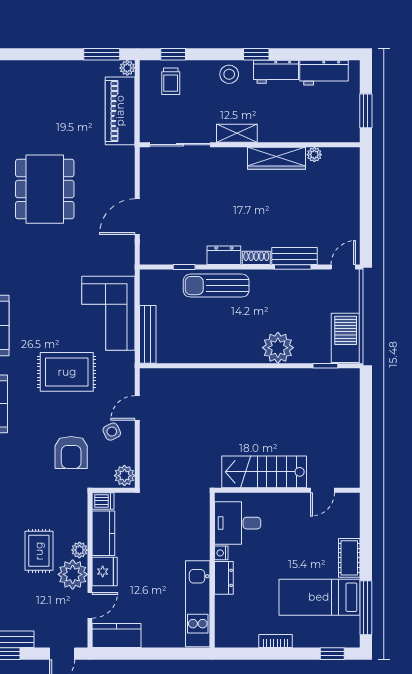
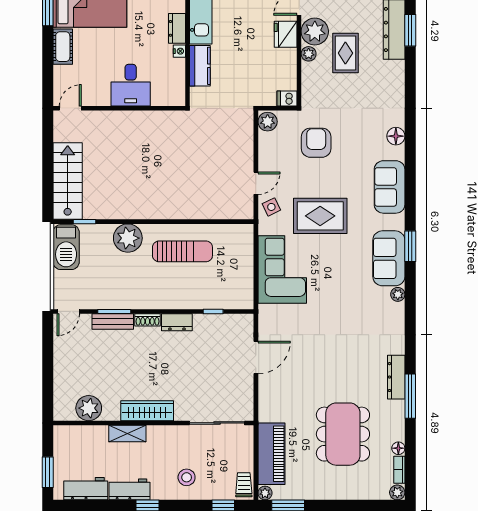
stool: (229, 74) -> (187, 477), moved
trolley: (171, 81) -> (244, 485), moved
window: (366, 111) -> (48, 472), moved
shelving: (237, 133) -> (127, 433), moved
plant: (314, 155) -> (89, 408), width x1.88, depth x1.88
wardrobe: (276, 158) -> (147, 411), moved
dining table: (45, 189) -> (343, 434), moved
sun lounger: (216, 286) -> (182, 251), moved
bench: (148, 334) -> (246, 250), removed
side table: (112, 432) -> (271, 207), moved
stairs: (264, 472) -> (68, 181), moved, turned -90
door: (322, 490) -> (70, 108), moved
desk: (238, 523) -> (131, 85), moved, turned 90
kitchen counter: (103, 533) -> (200, 66), moved, turned 180

